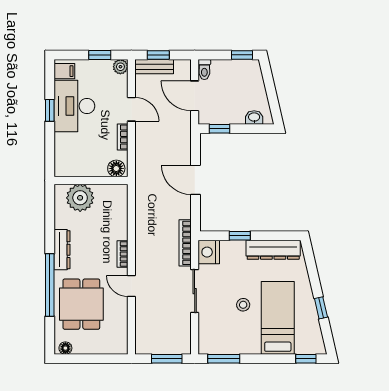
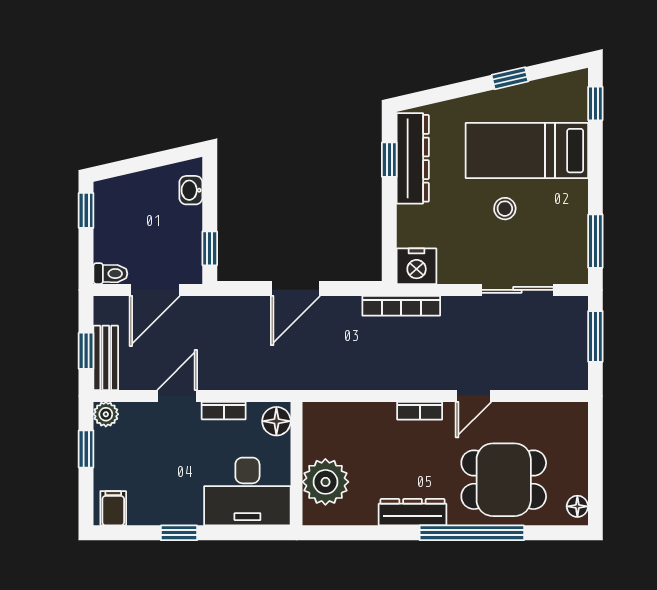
desk: (74, 106) -> (247, 491), moved
window: (240, 236) -> (389, 160), moved
sliding door: (195, 291) -> (517, 290), moved

